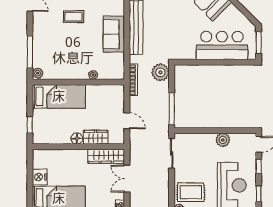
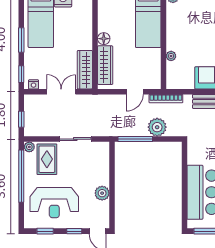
plant: (160, 72) -> (157, 127), moved
door: (127, 121) -> (135, 92), moved
wardrobe: (96, 137) -> (105, 65), width x1.50
sliding door: (172, 153) -> (75, 139), moved

